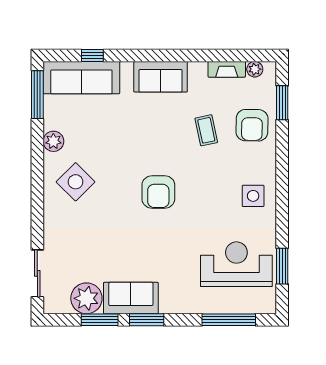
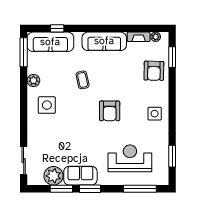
sofa: (161, 77) -> (104, 41), width x1.36
coffee table: (206, 130) -> (83, 80), moved
side table: (76, 182) -> (47, 105), turned 45
armchair: (158, 192) -> (110, 111), moved
reception desk: (236, 264) -> (130, 158), moved

